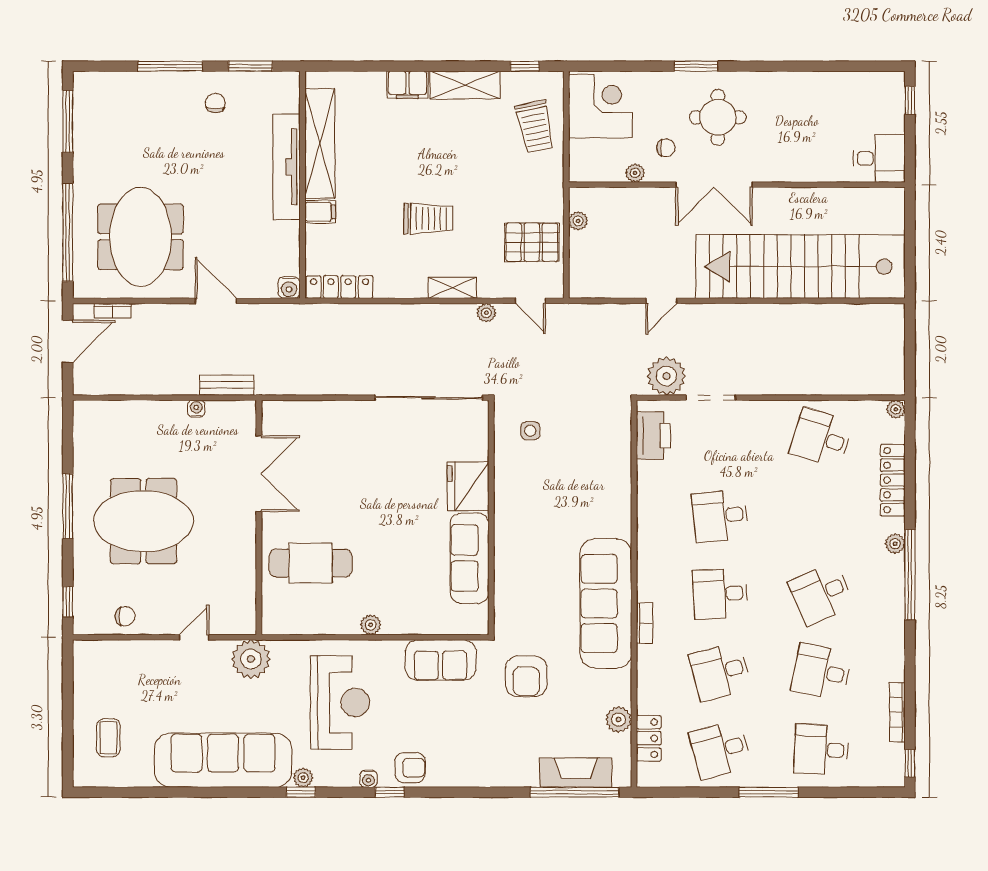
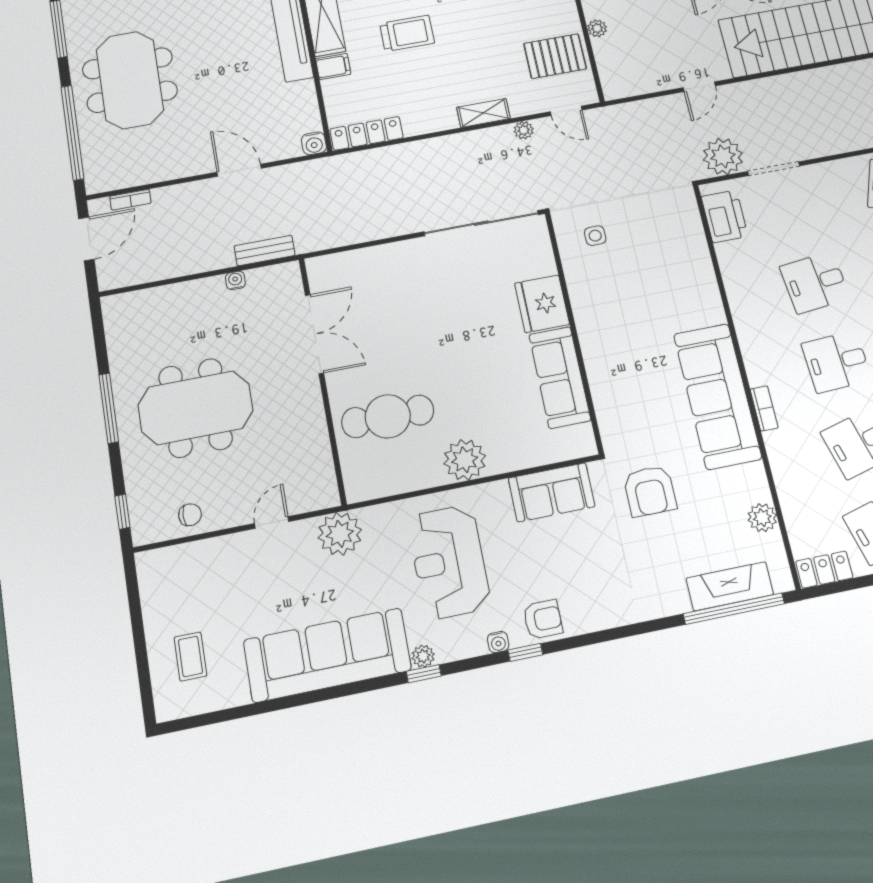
trolley: (428, 218) -> (407, 33), moved
meeting table: (141, 237) -> (130, 80), moved
plant: (371, 625) -> (465, 460), width x1.88, depth x1.88
reception desk: (340, 702) -> (449, 562), turned 180
locker: (649, 738) -> (824, 570), moved, turned -90

